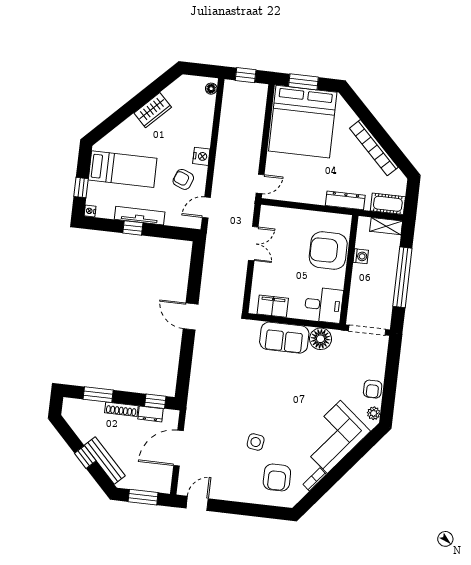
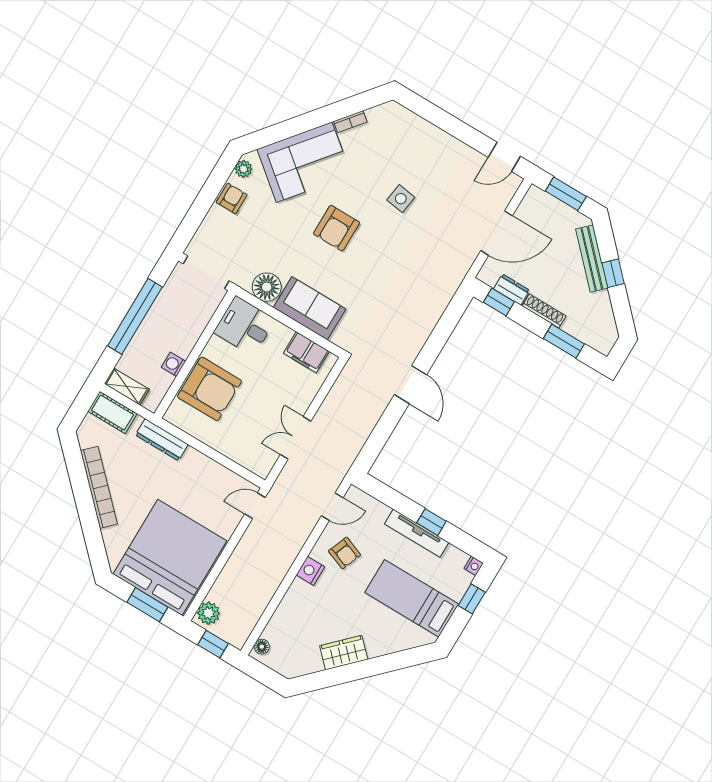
plant: (258, 95) -> (209, 613), added
armchair: (277, 477) -> (336, 228), moved, turned 180

